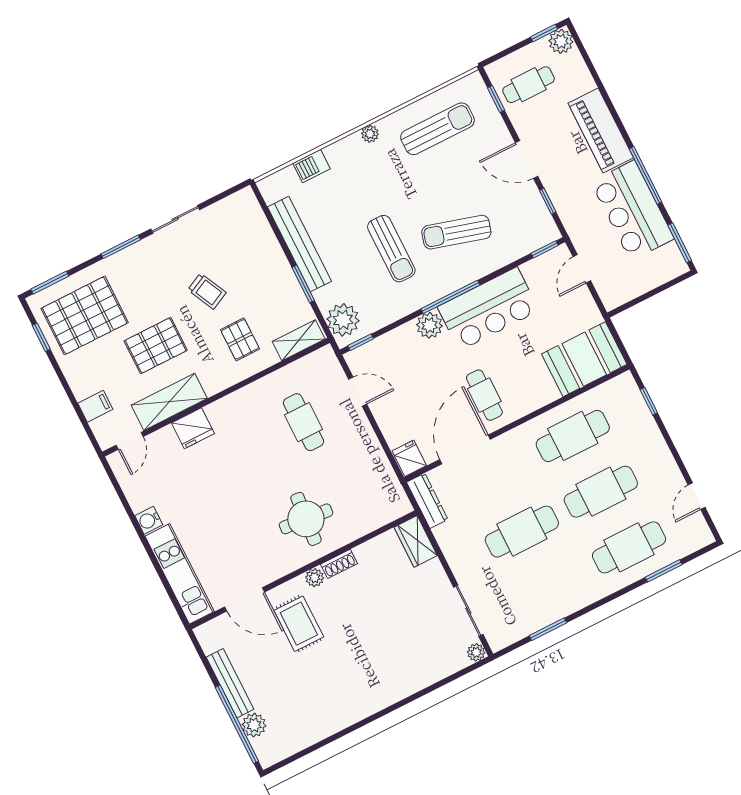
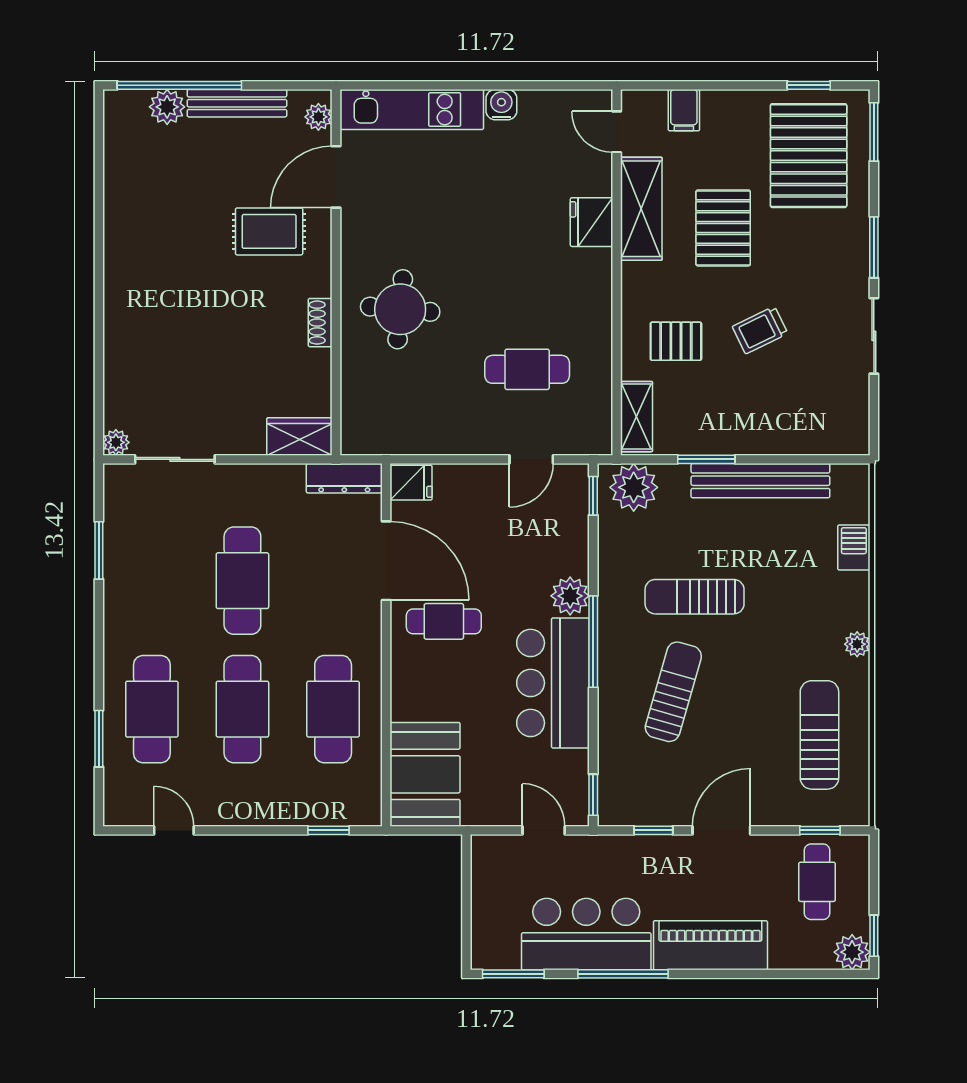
sun lounger: (437, 129) -> (819, 735), turned 180
plant: (315, 578) -> (318, 117), moved

